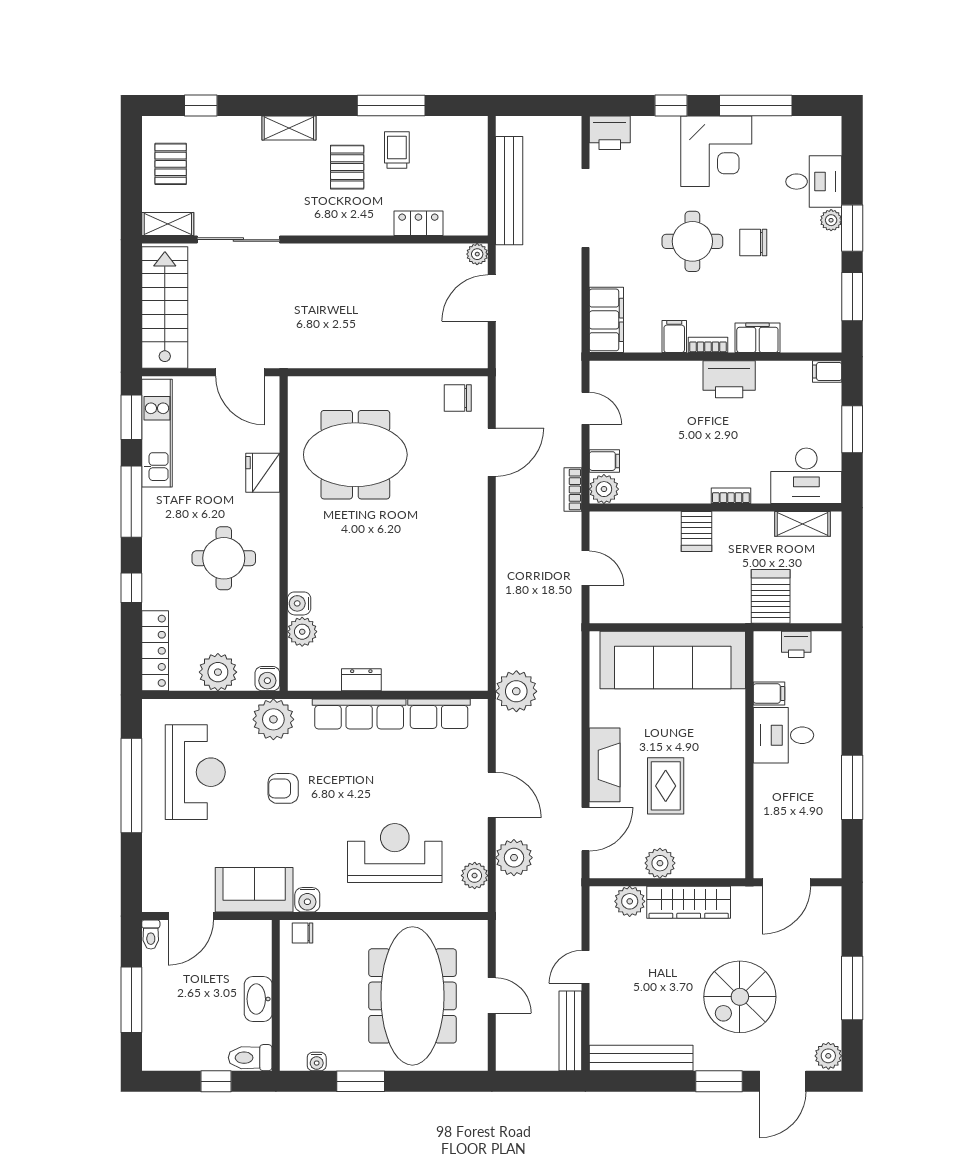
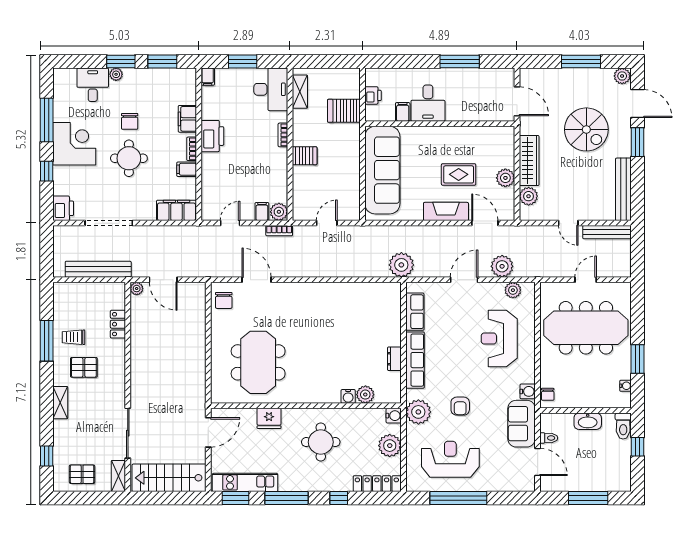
toilet: (151, 935) -> (549, 438), moved

